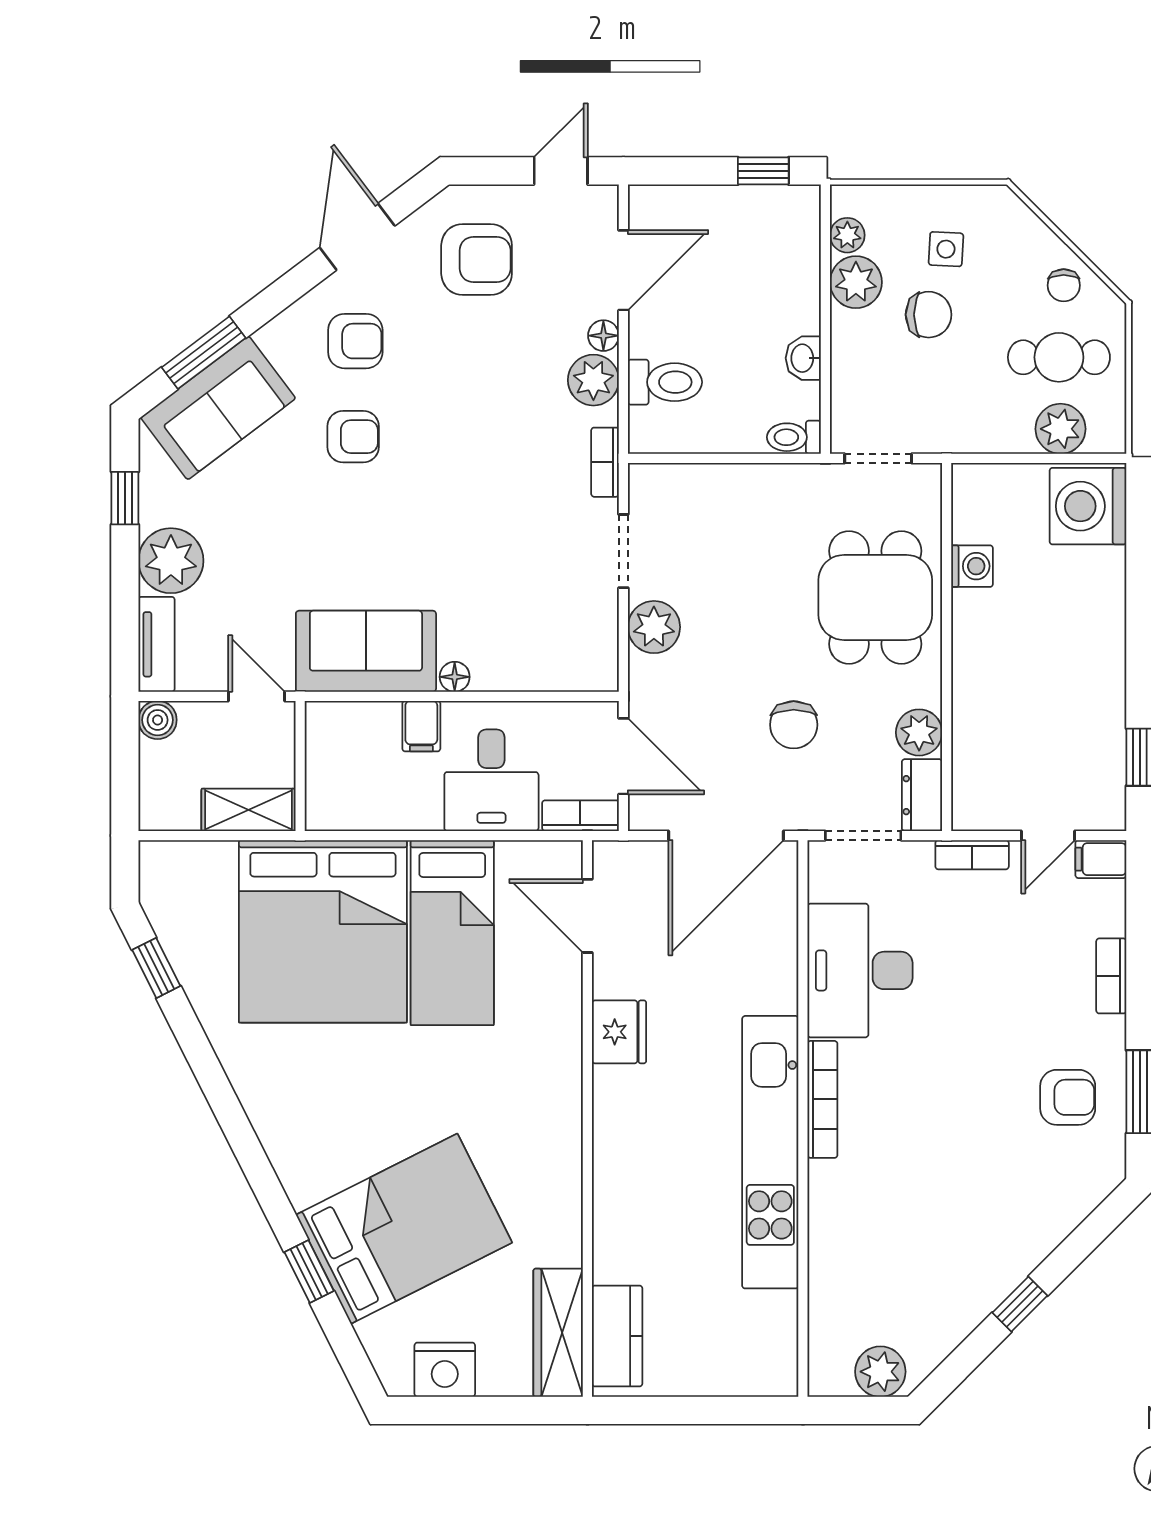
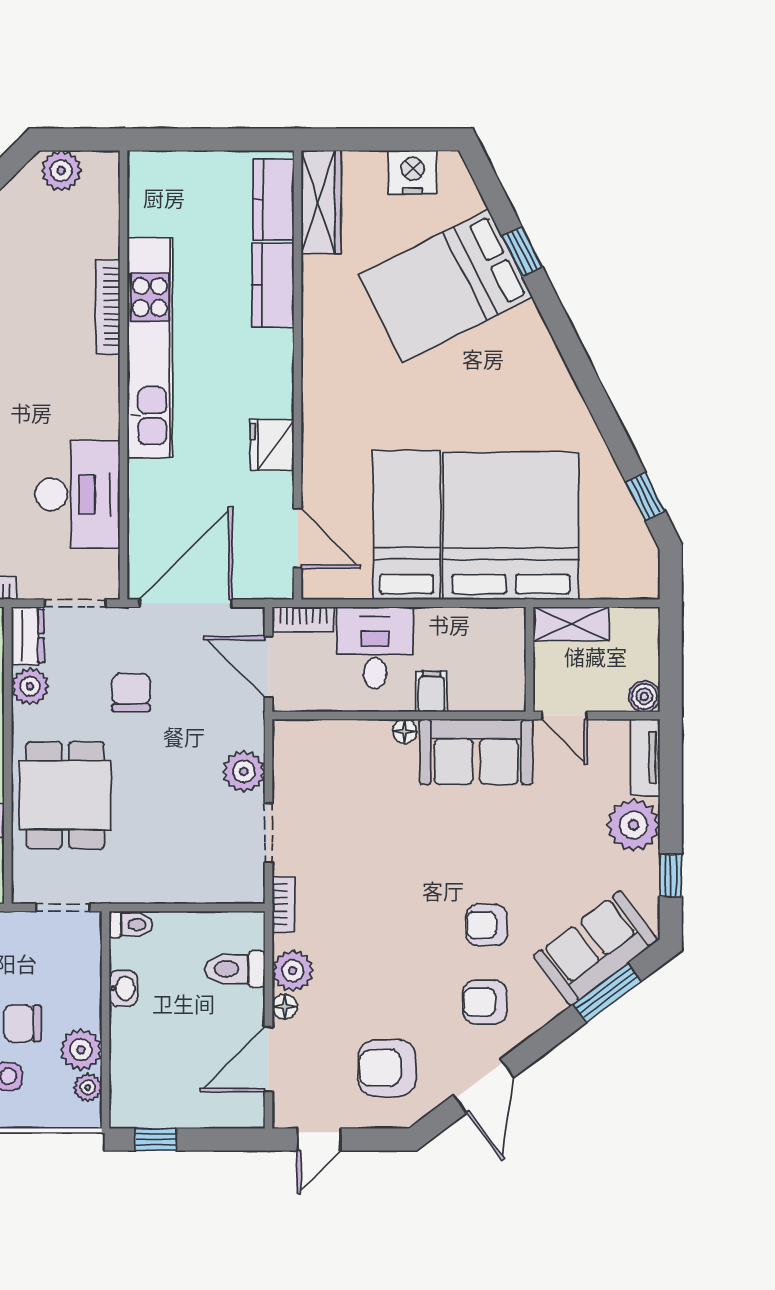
bookcase: (822, 1099) -> (108, 307), moved
kitchen counter: (618, 1230) -> (273, 285), added

